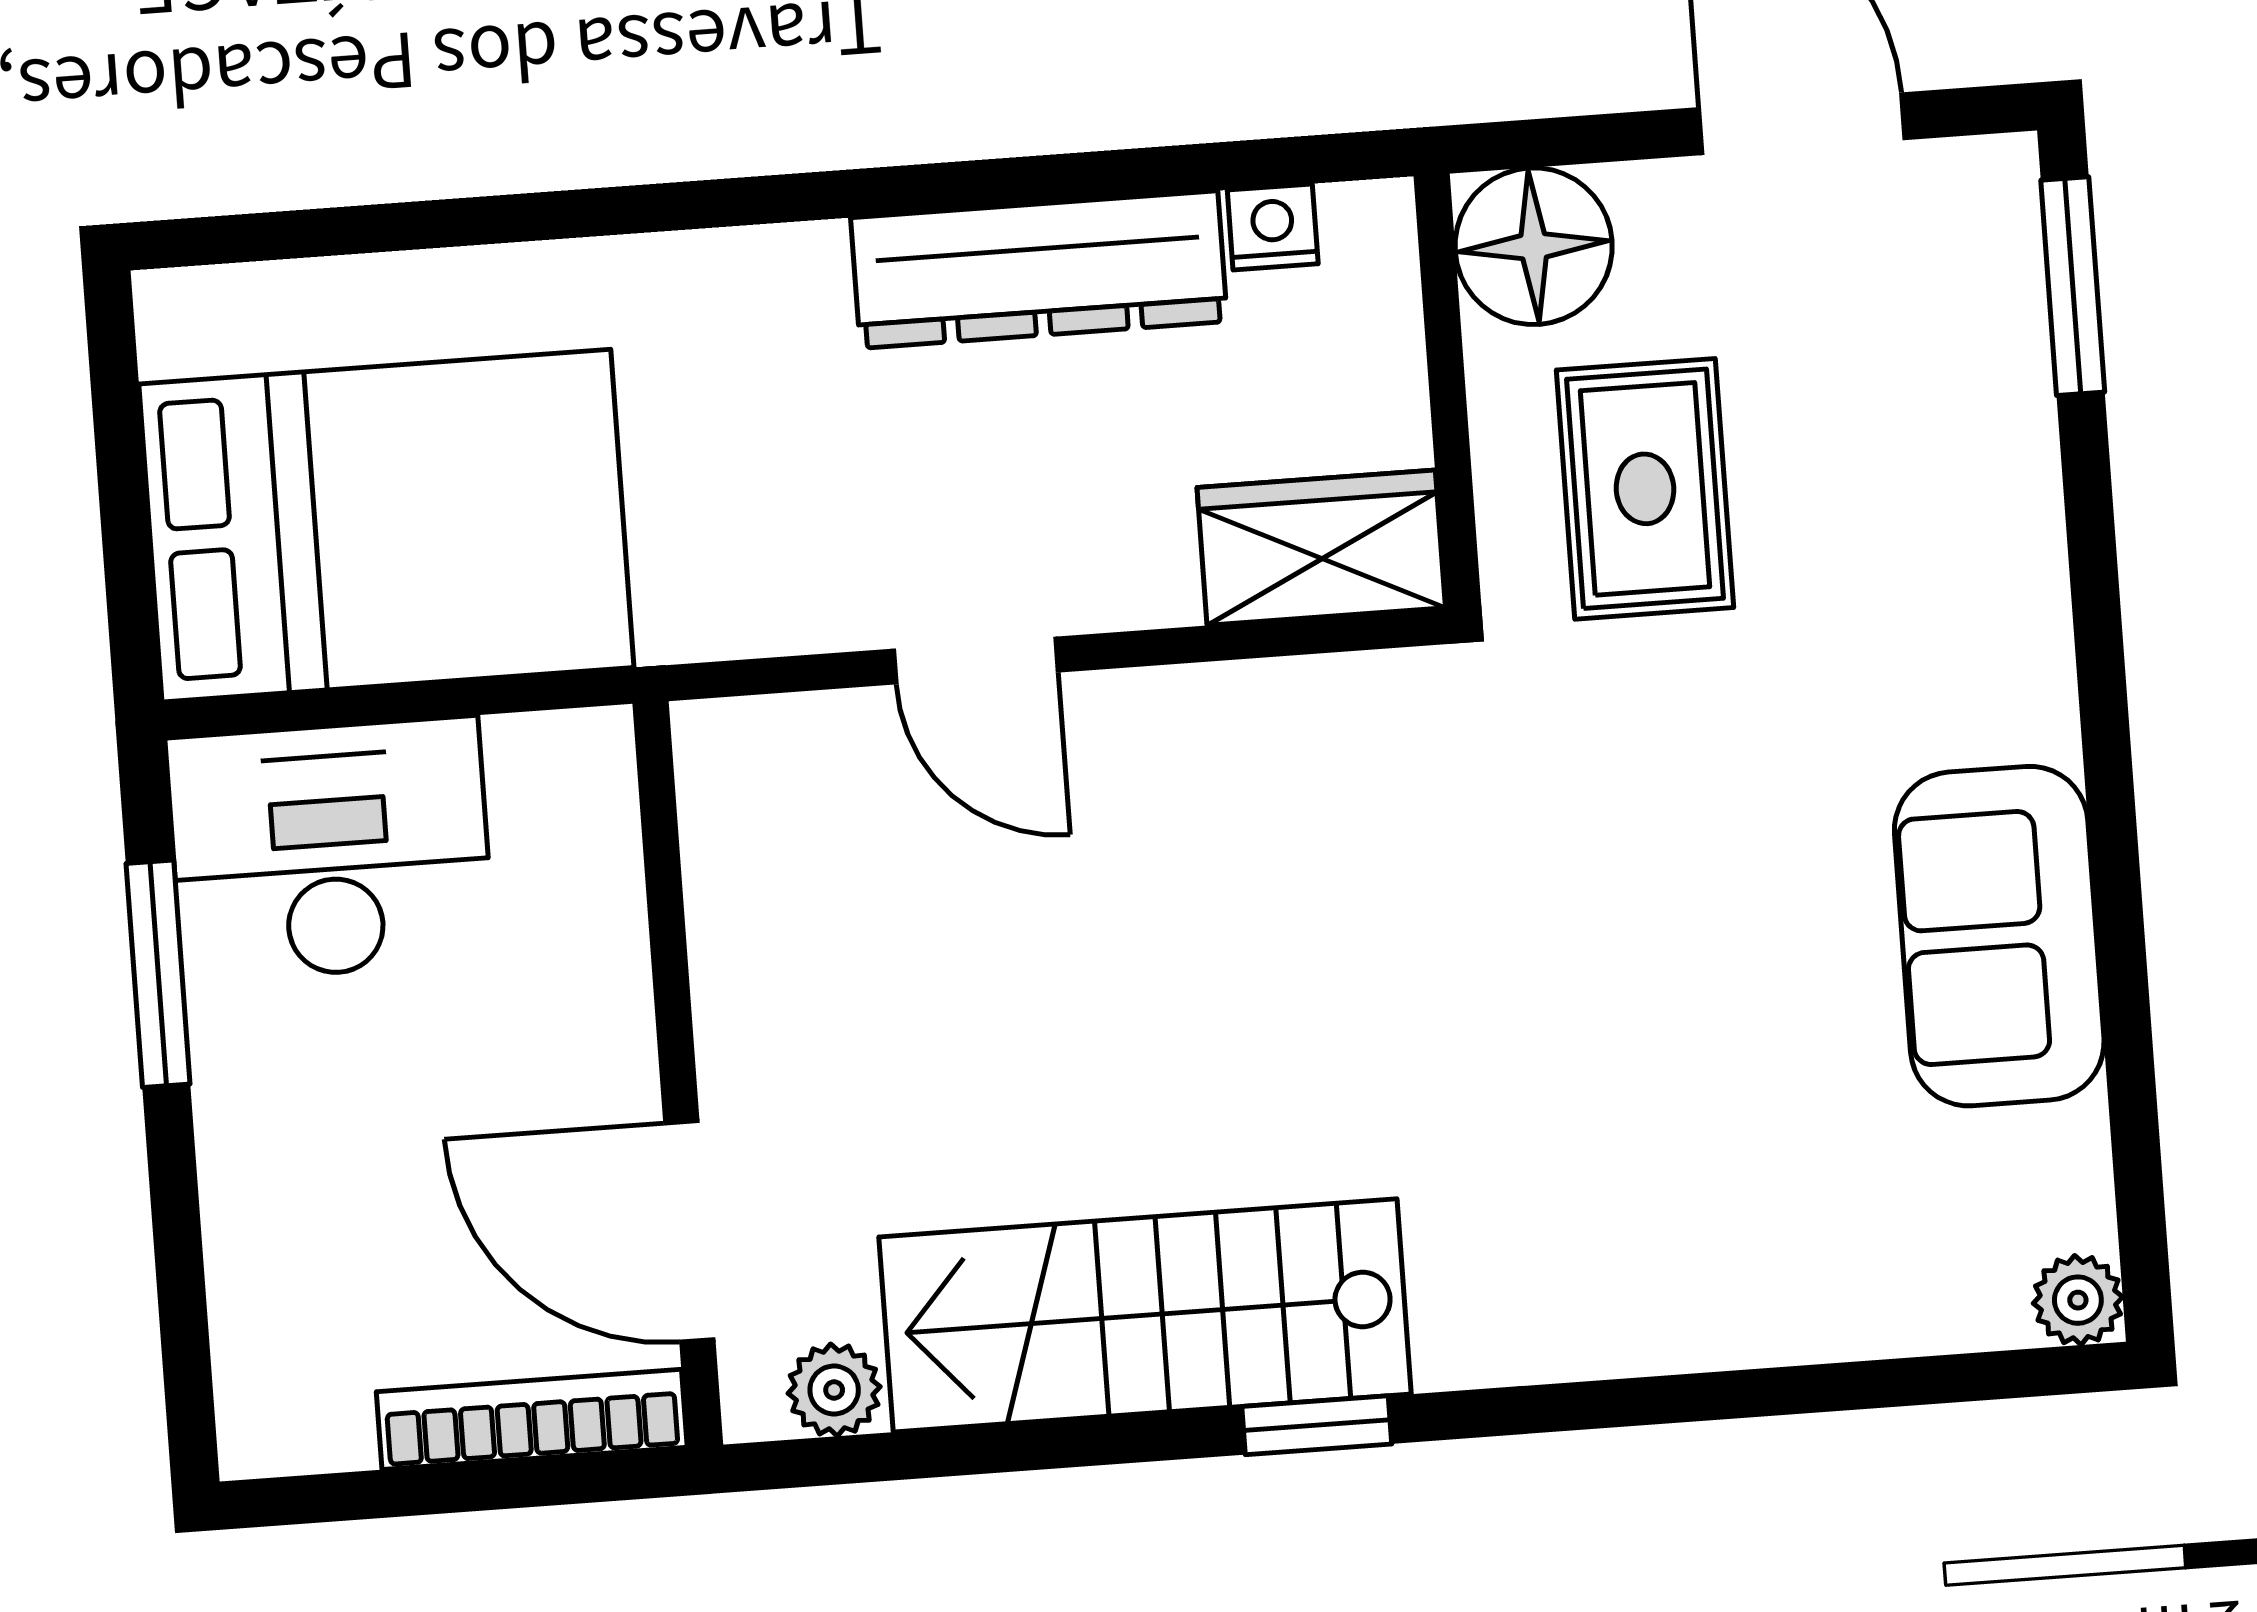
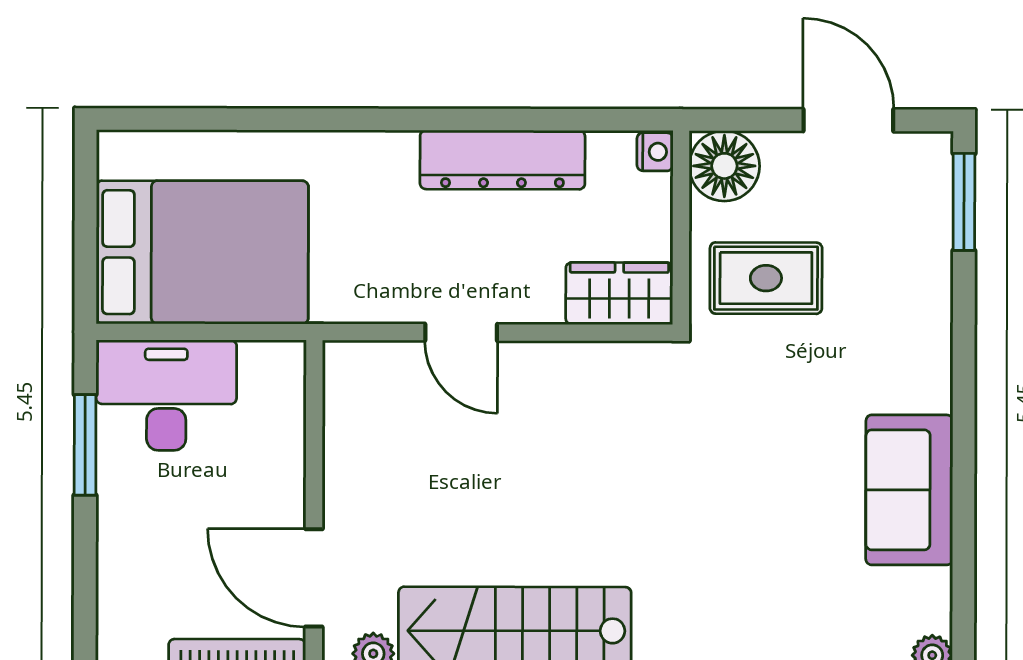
nightstand: (1273, 227) -> (655, 152), moved, turned 90
rug: (1645, 489) -> (766, 278), turned 90

